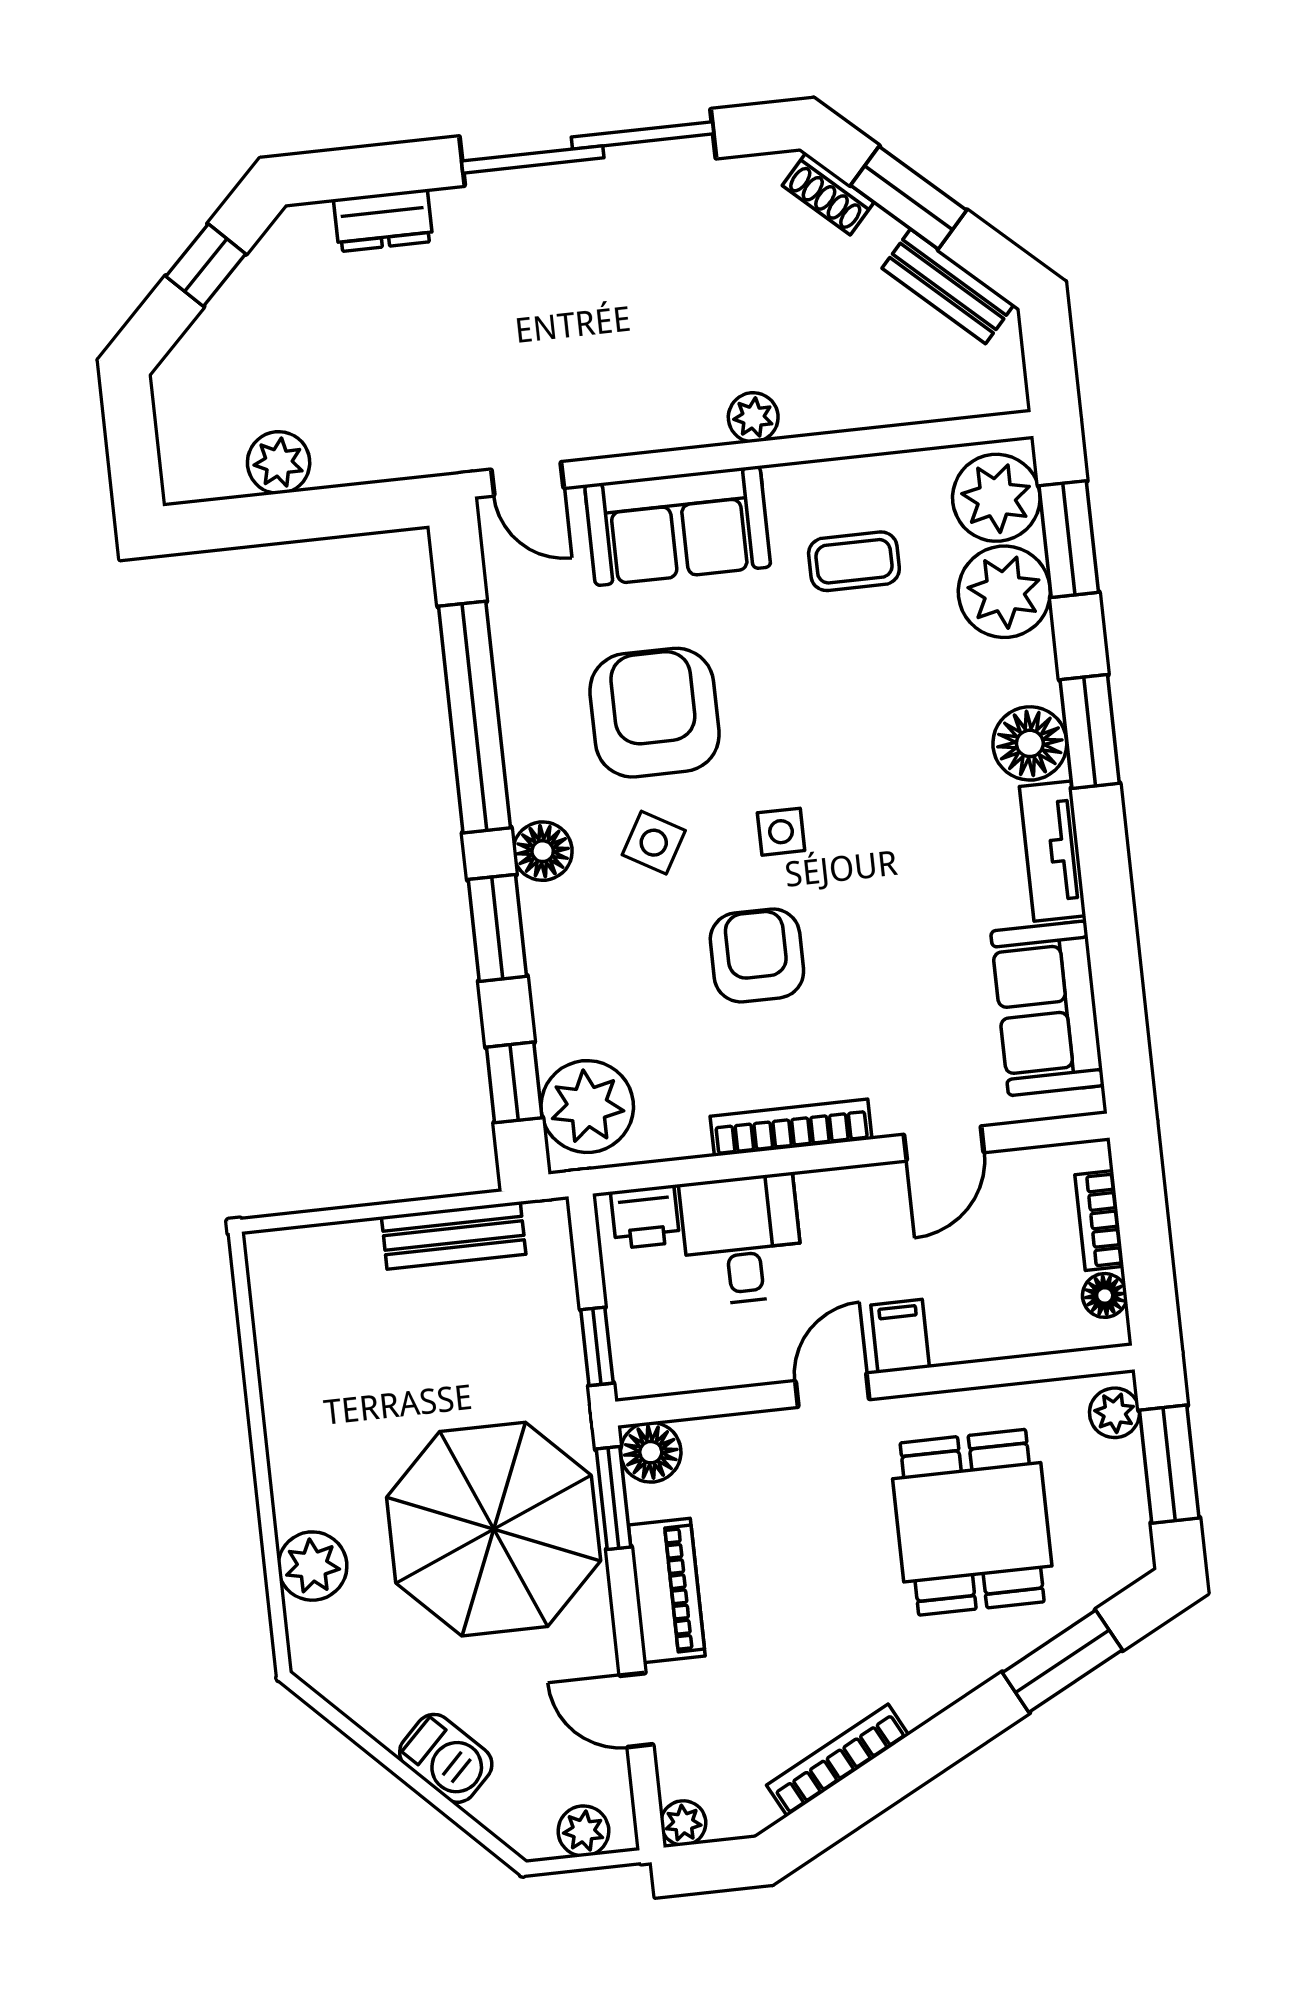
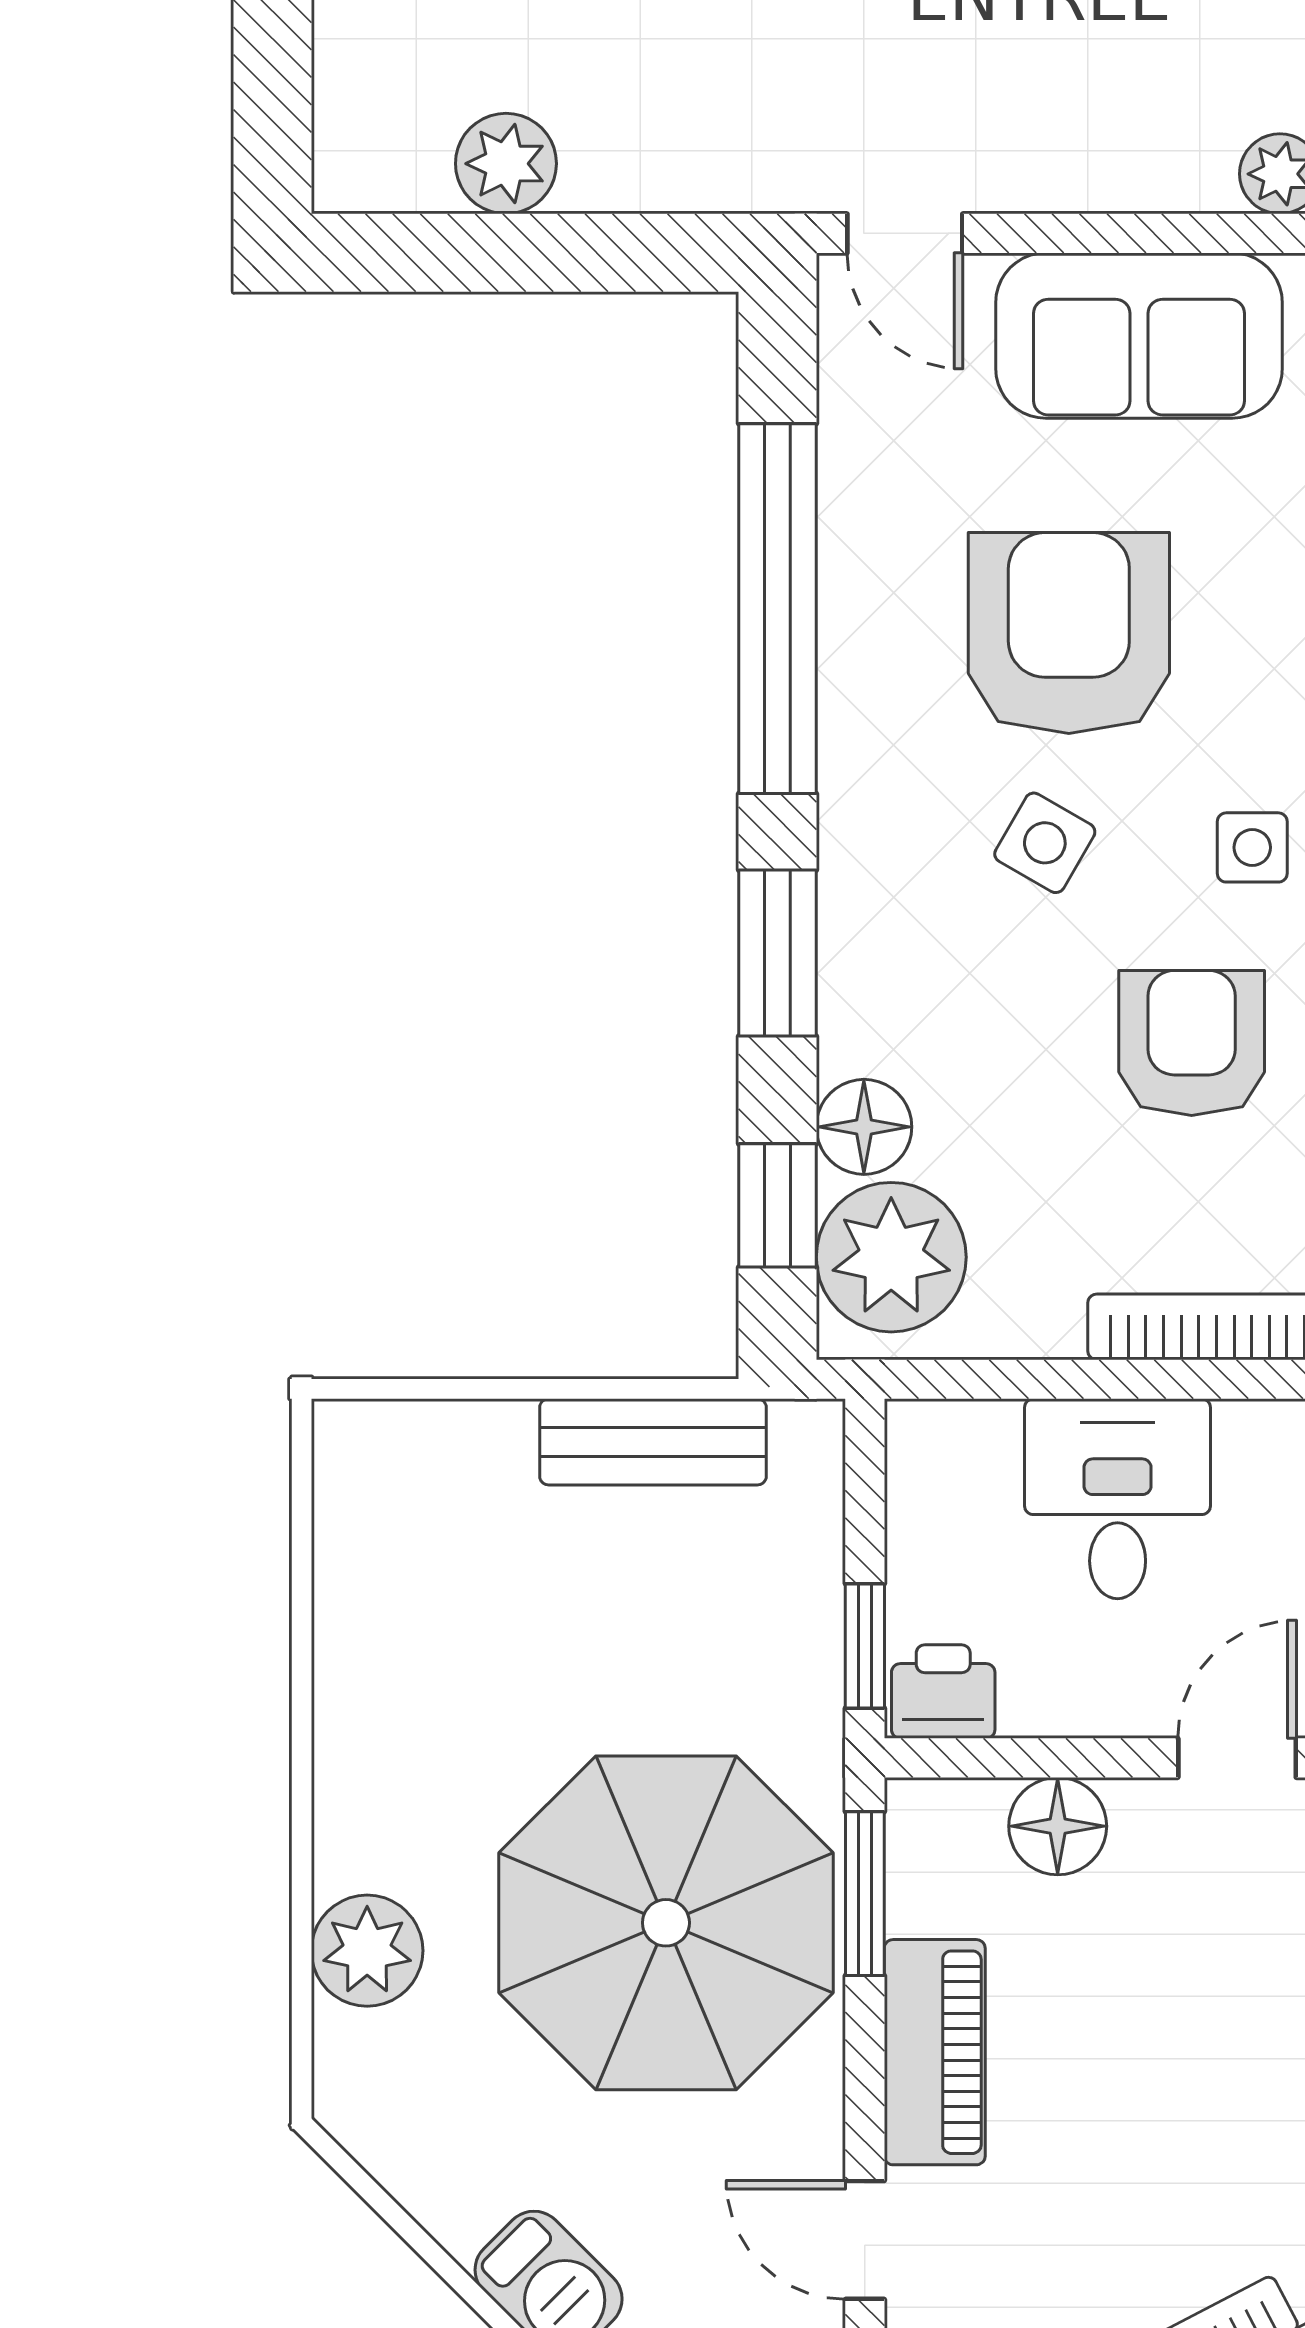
floor lamp: (543, 851) -> (864, 1127), moved
printer: (645, 1217) -> (943, 1692), moved, turned 180
floor lamp: (651, 1452) -> (1058, 1826), moved

